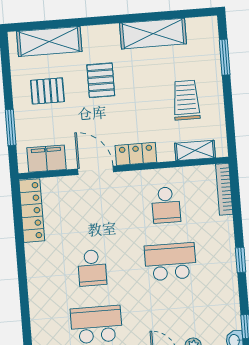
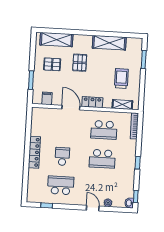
filing cabinet: (47, 159) -> (47, 98), width x0.50
school desk: (166, 205) -> (104, 130), width x1.85
locker: (32, 211) -> (34, 152), moved
school desk: (170, 262) -> (102, 159), turned 180
school desk: (92, 268) -> (62, 156), turned 180

